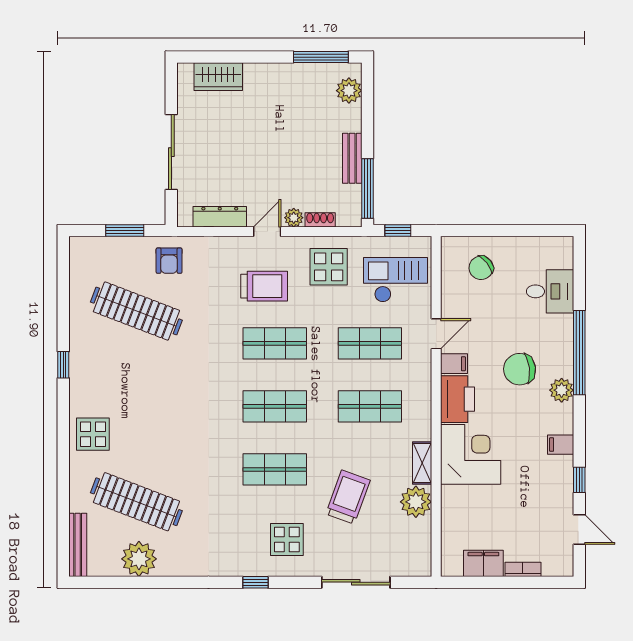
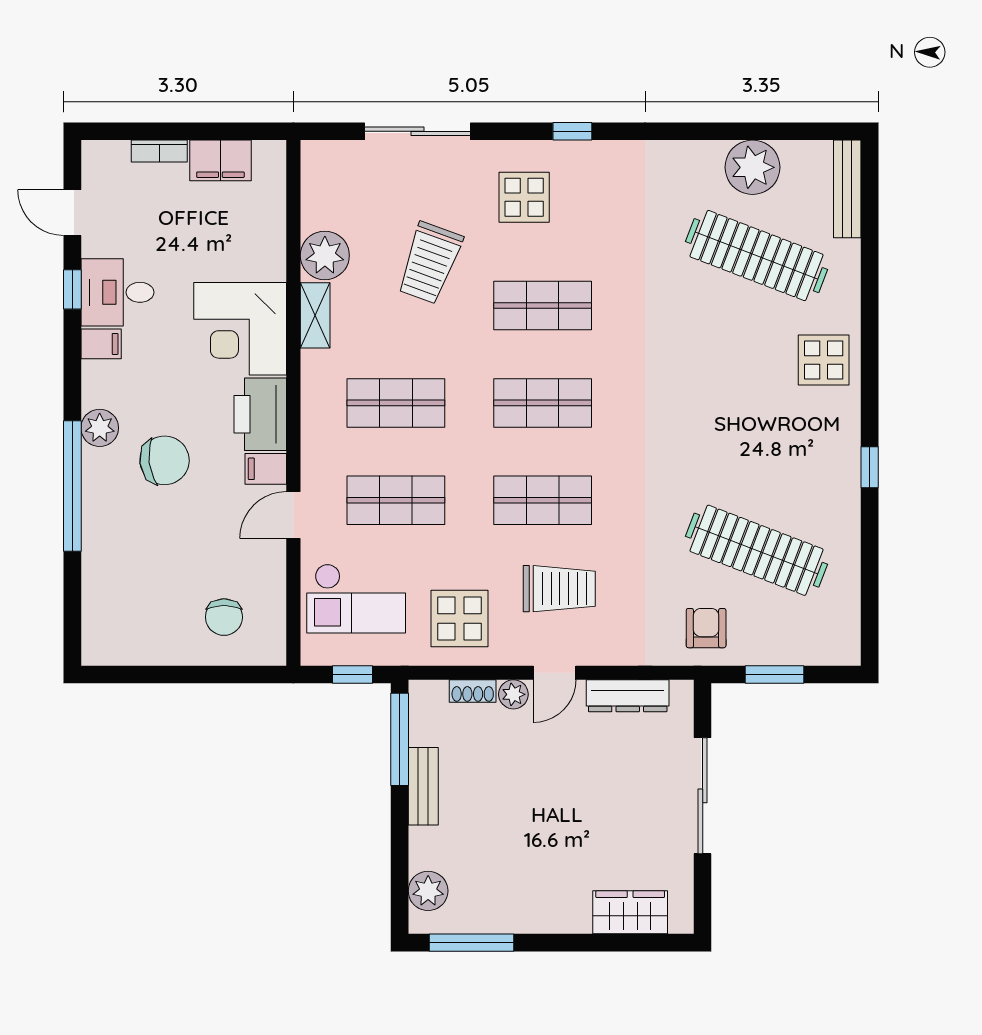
chair: (481, 268) -> (224, 617), turned 128
trolley: (264, 286) -> (559, 589), turned 180
desk: (550, 291) -> (117, 292), moved

